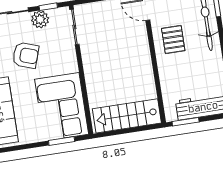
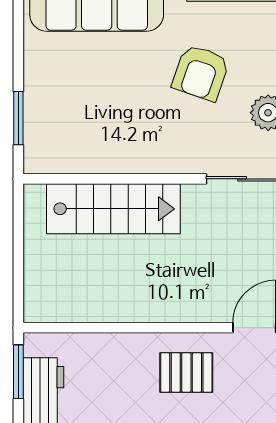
corner sofa: (62, 107) -> (87, 129), removed
stairs: (127, 116) -> (113, 209), moved, turned 90

